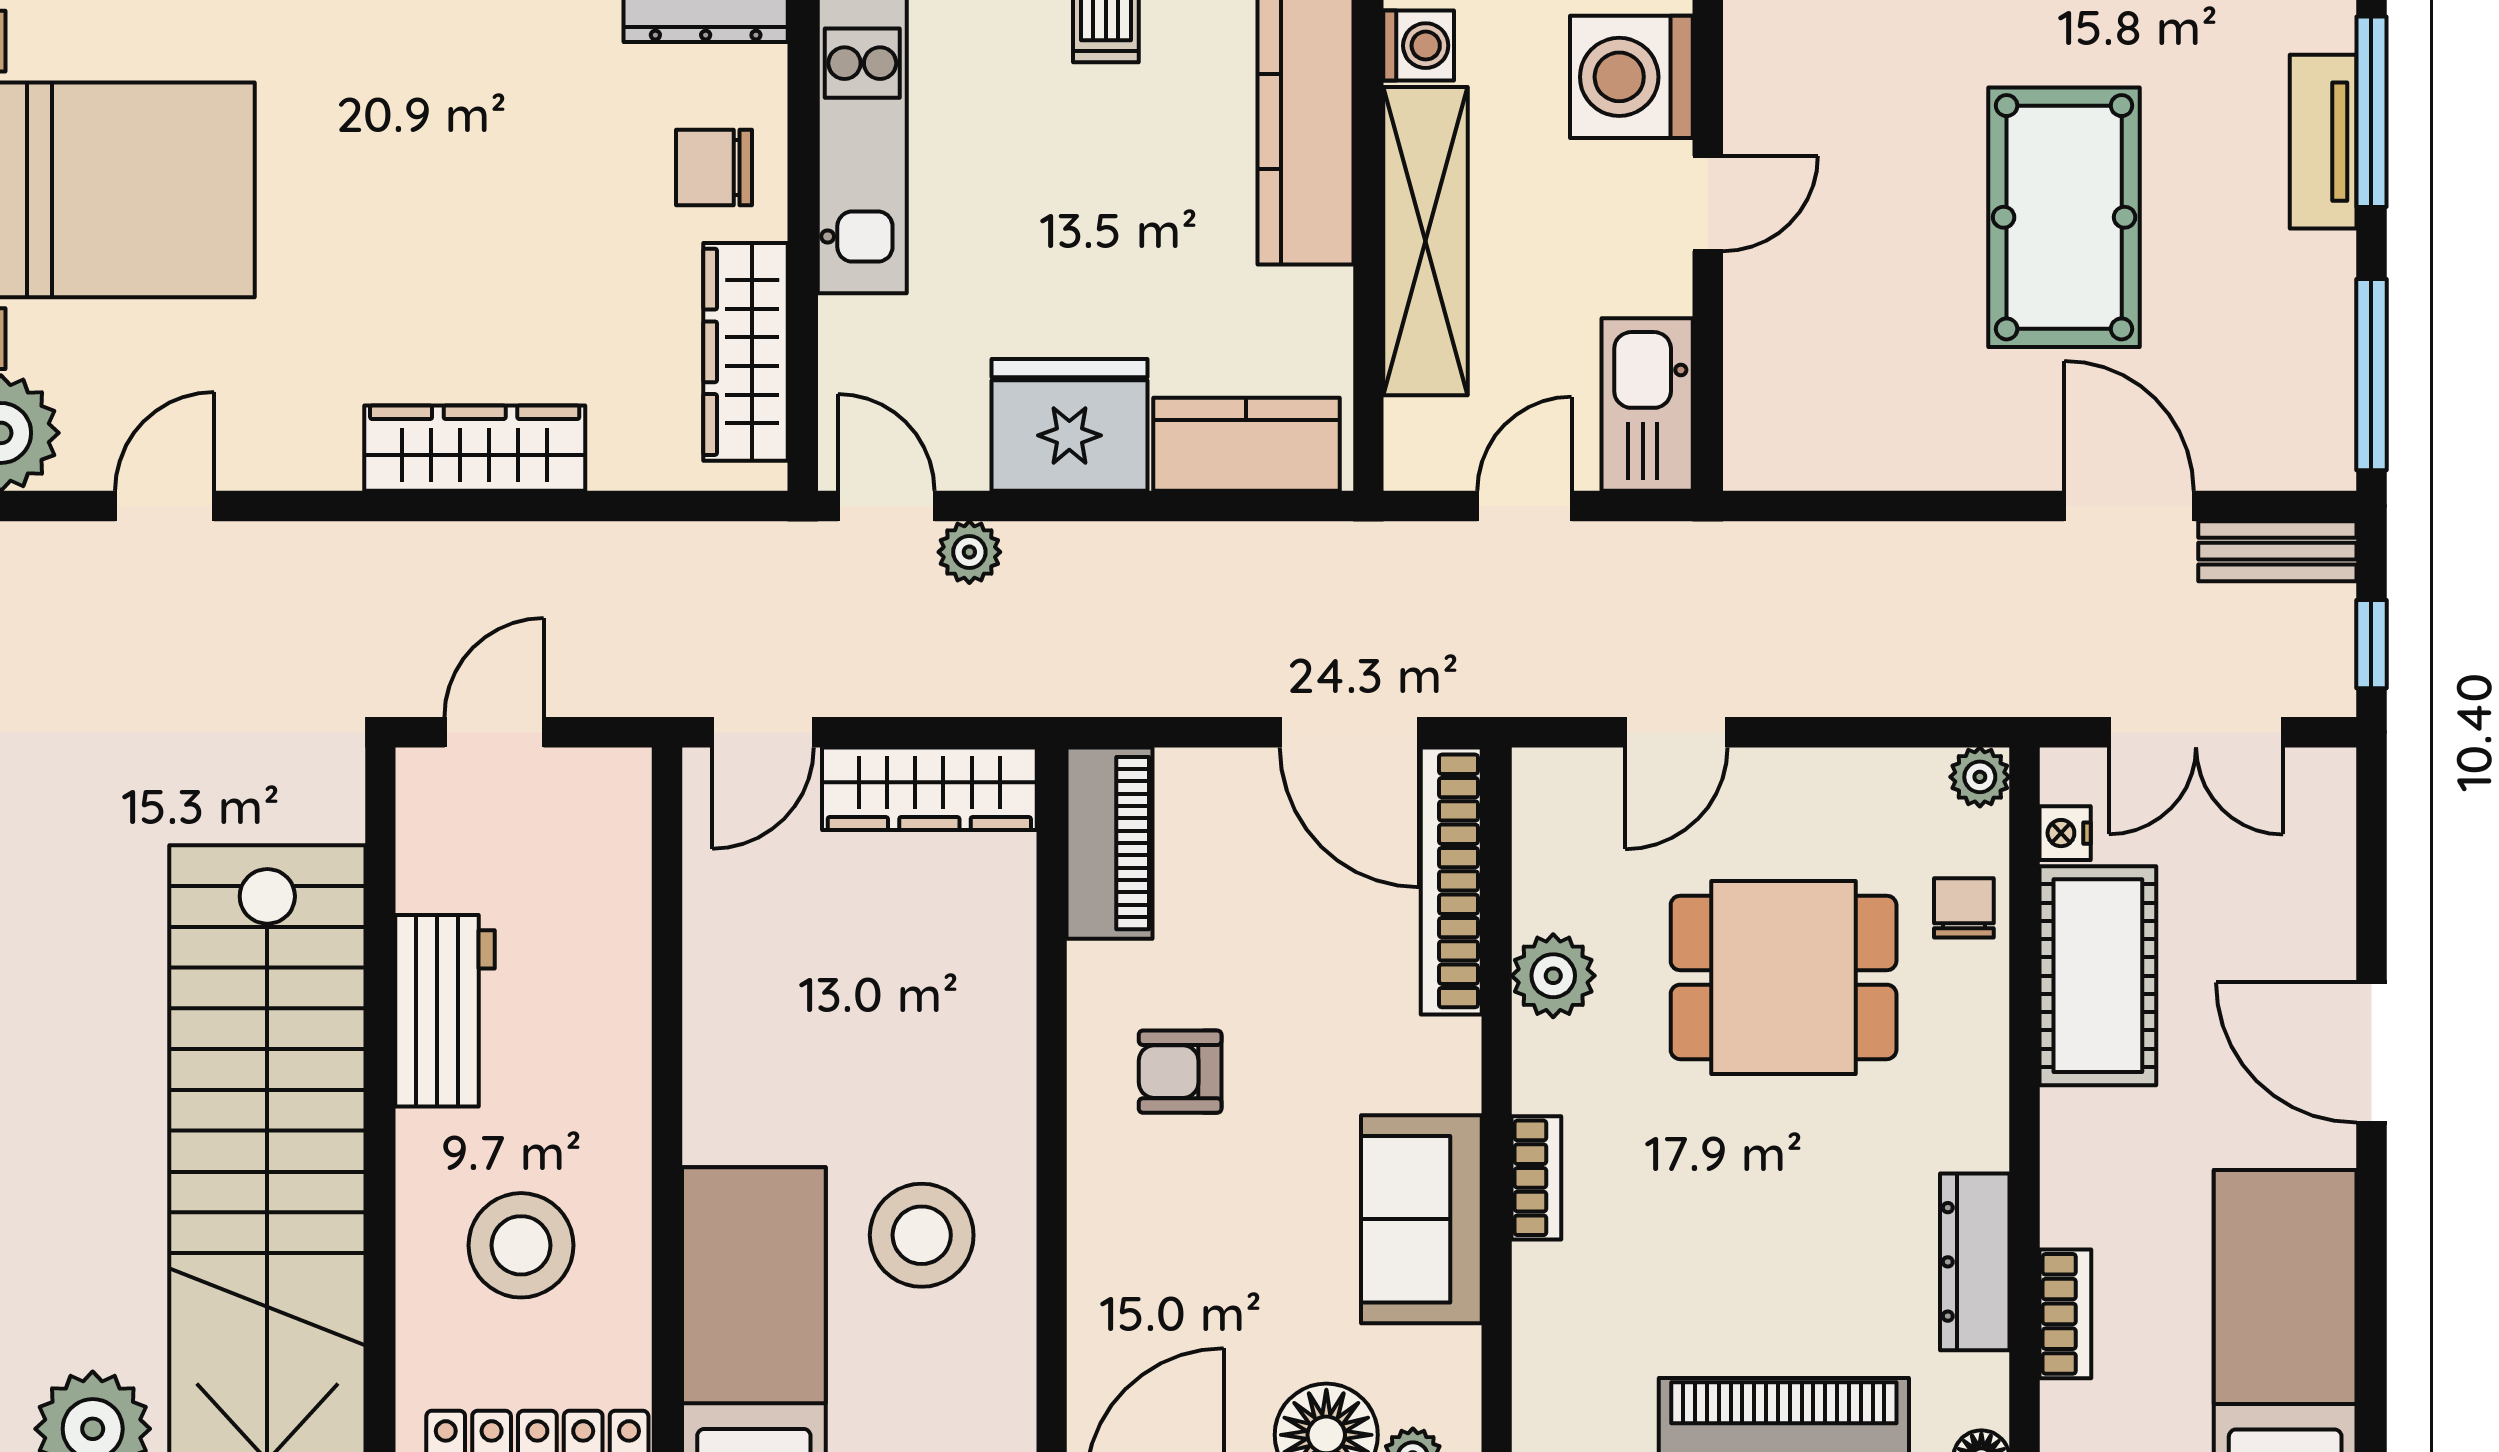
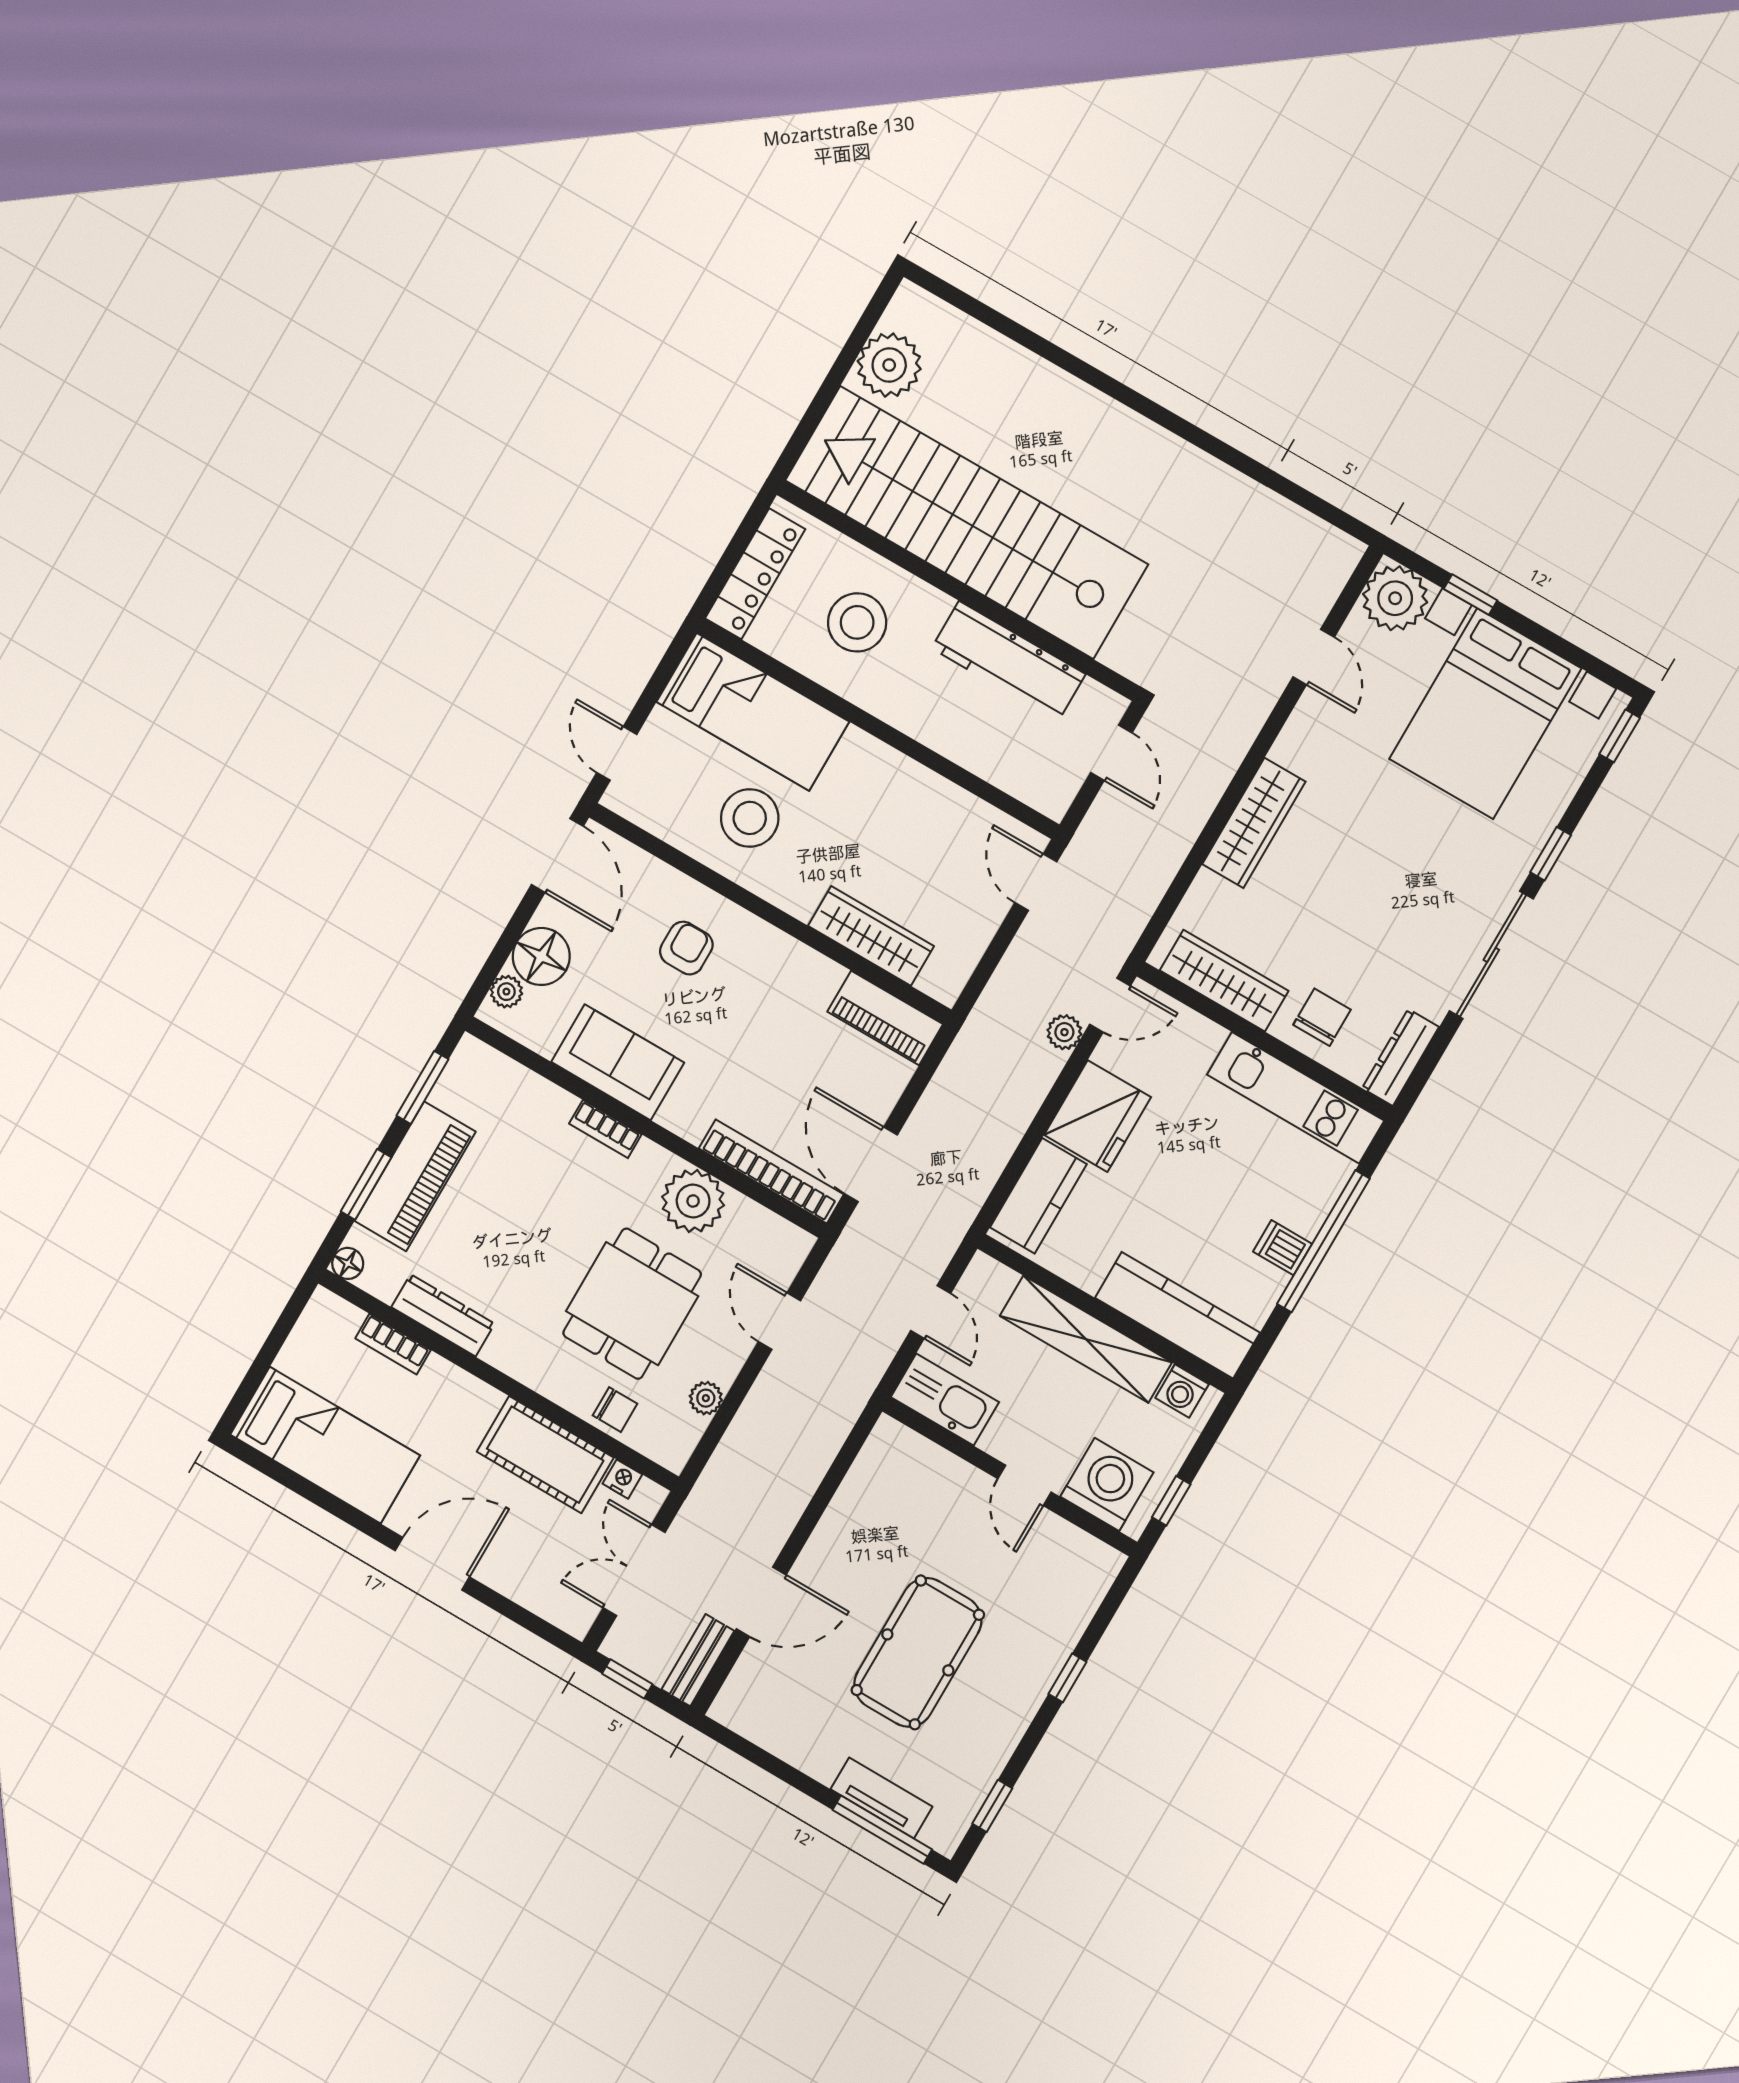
pool table: (2064, 217) -> (918, 1652), turned 90
window: (2371, 375) -> (756, 1755), removed
door: (1350, 732) -> (871, 1164), hinge flipped
plant: (1980, 777) -> (706, 1398), moved
wardrobe: (929, 789) -> (871, 936), moved, turned 90
plant: (1553, 976) -> (693, 1201), width x1.36, depth x1.36
workbench: (445, 1011) -> (1008, 661), width x1.37
armchair: (1180, 1072) -> (686, 948), moved

